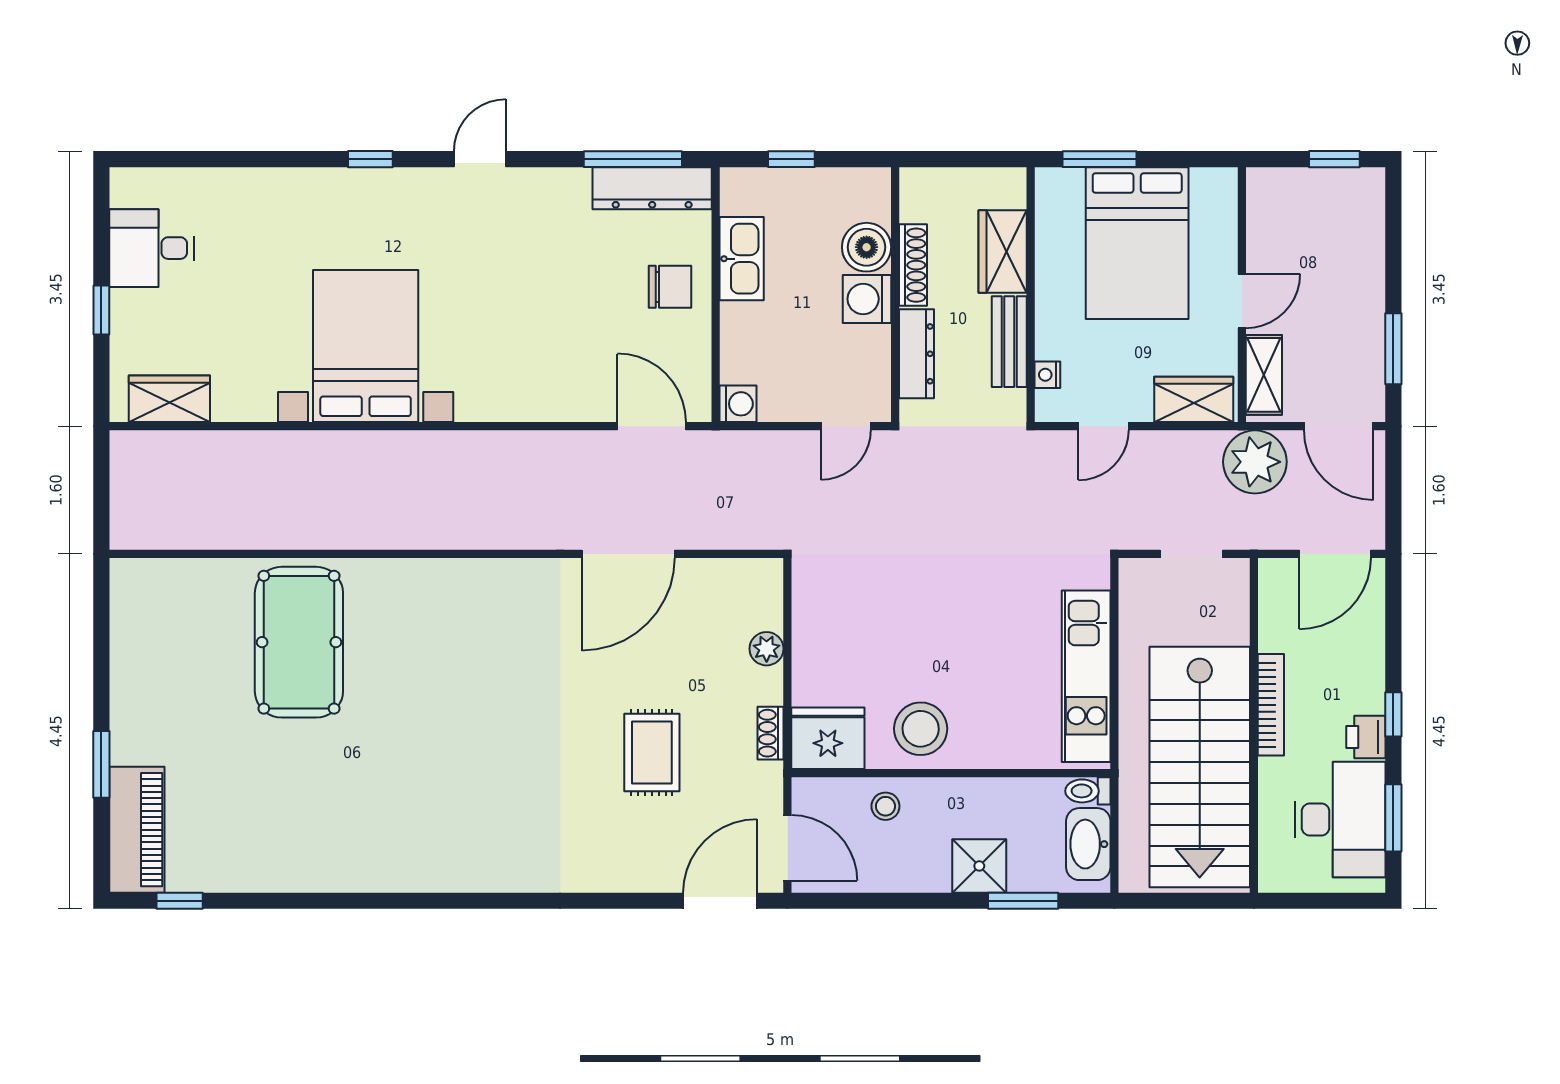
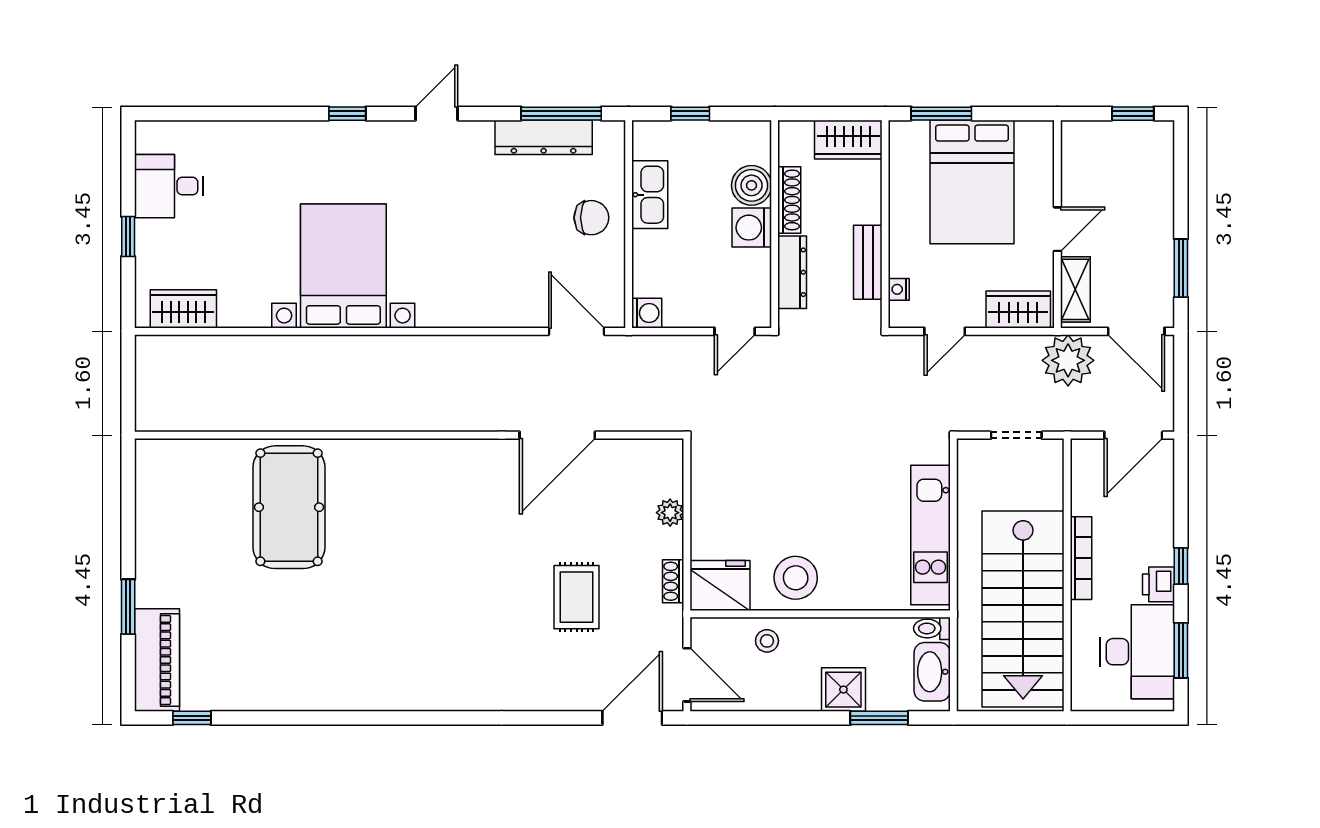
dresser: (652, 188) -> (544, 137), moved
wardrobe: (1003, 252) -> (848, 140), moved, turned -90

